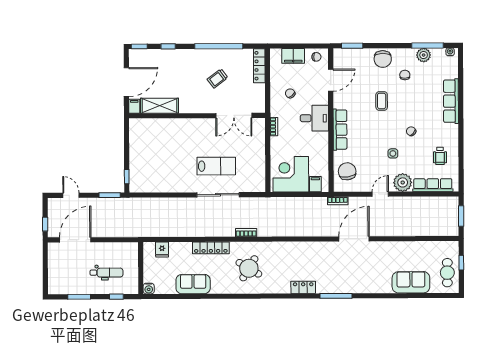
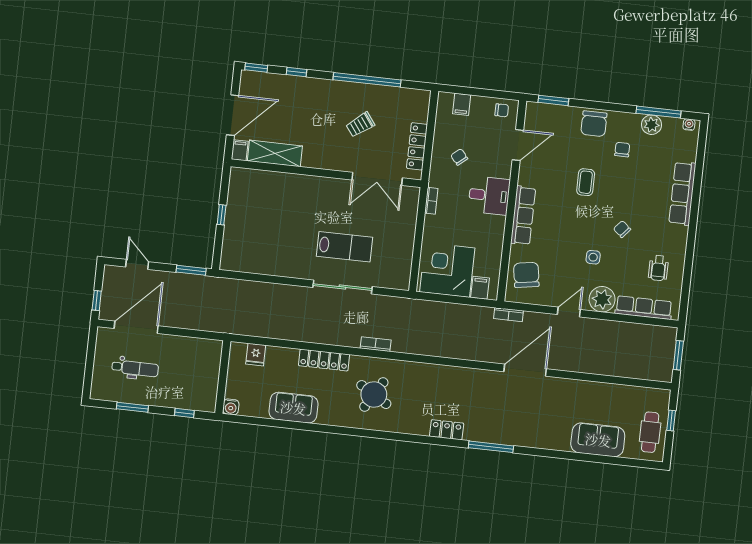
filing cabinet: (293, 56) -> (462, 104), width x0.50
locker: (259, 66) -> (417, 146), moved
window: (127, 177) -> (222, 215), moved
dental chair: (106, 273) -> (135, 368), moved

